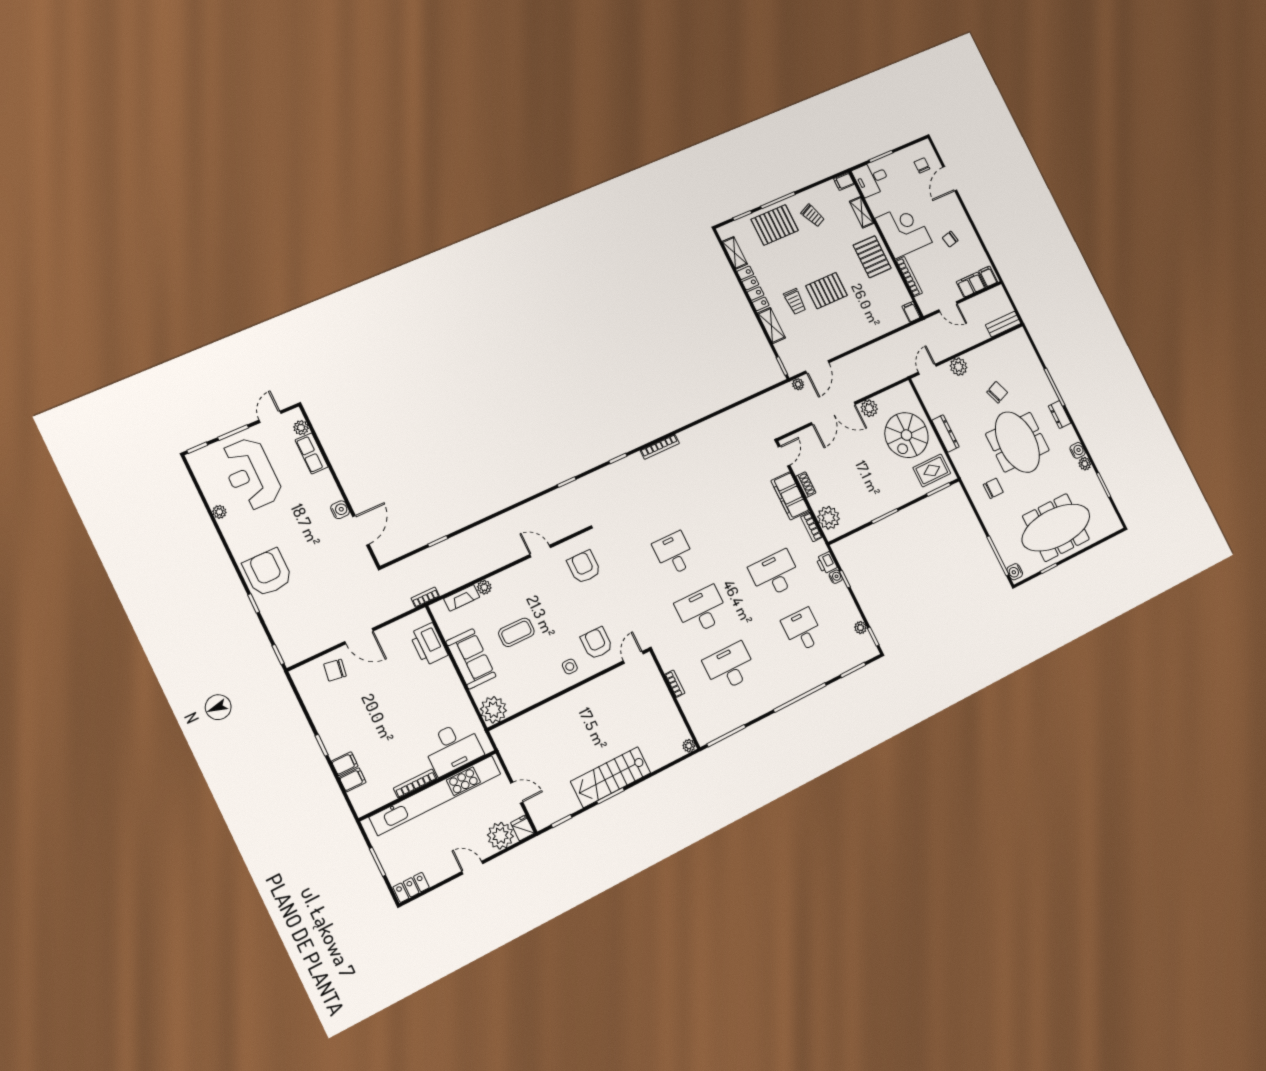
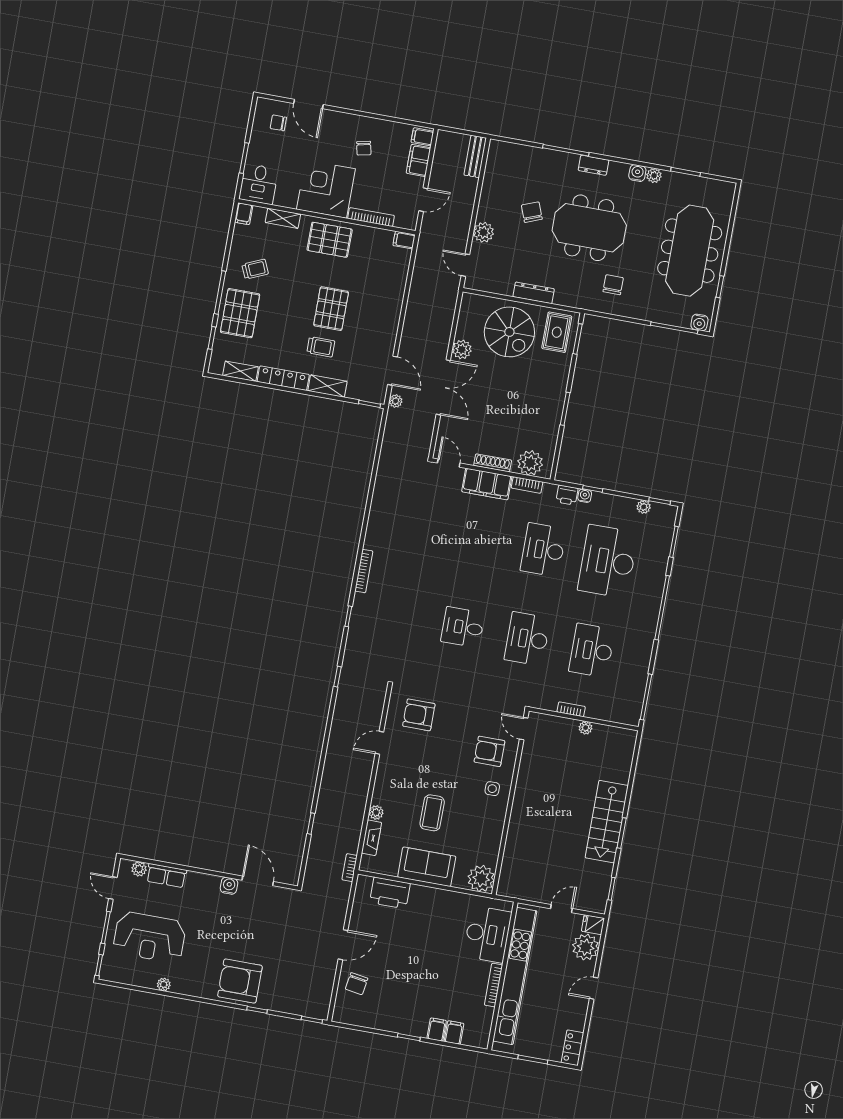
shoe rack: (806, 485) -> (493, 463), width x1.43
desk: (802, 630) -> (608, 561), width x1.87, depth x1.30
plant: (689, 746) -> (586, 728), moved

